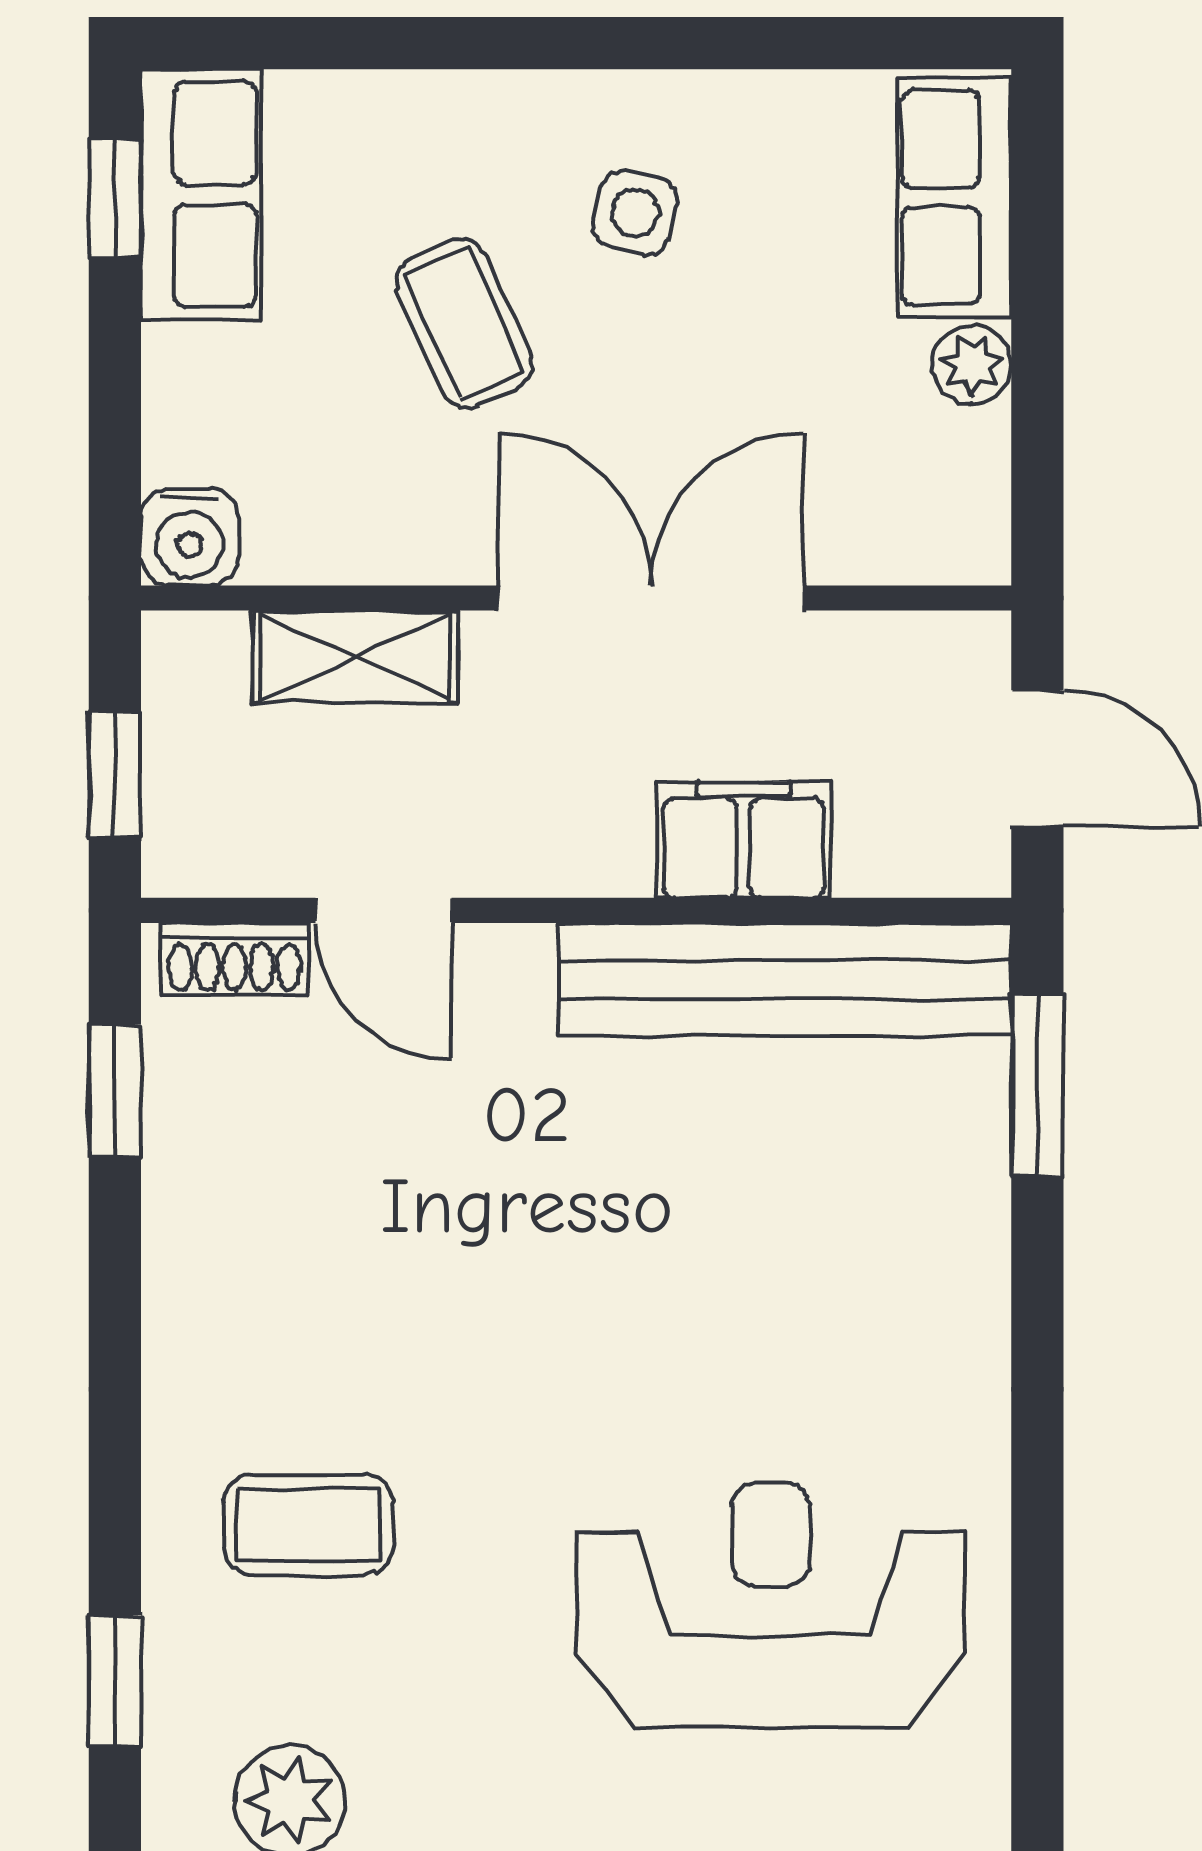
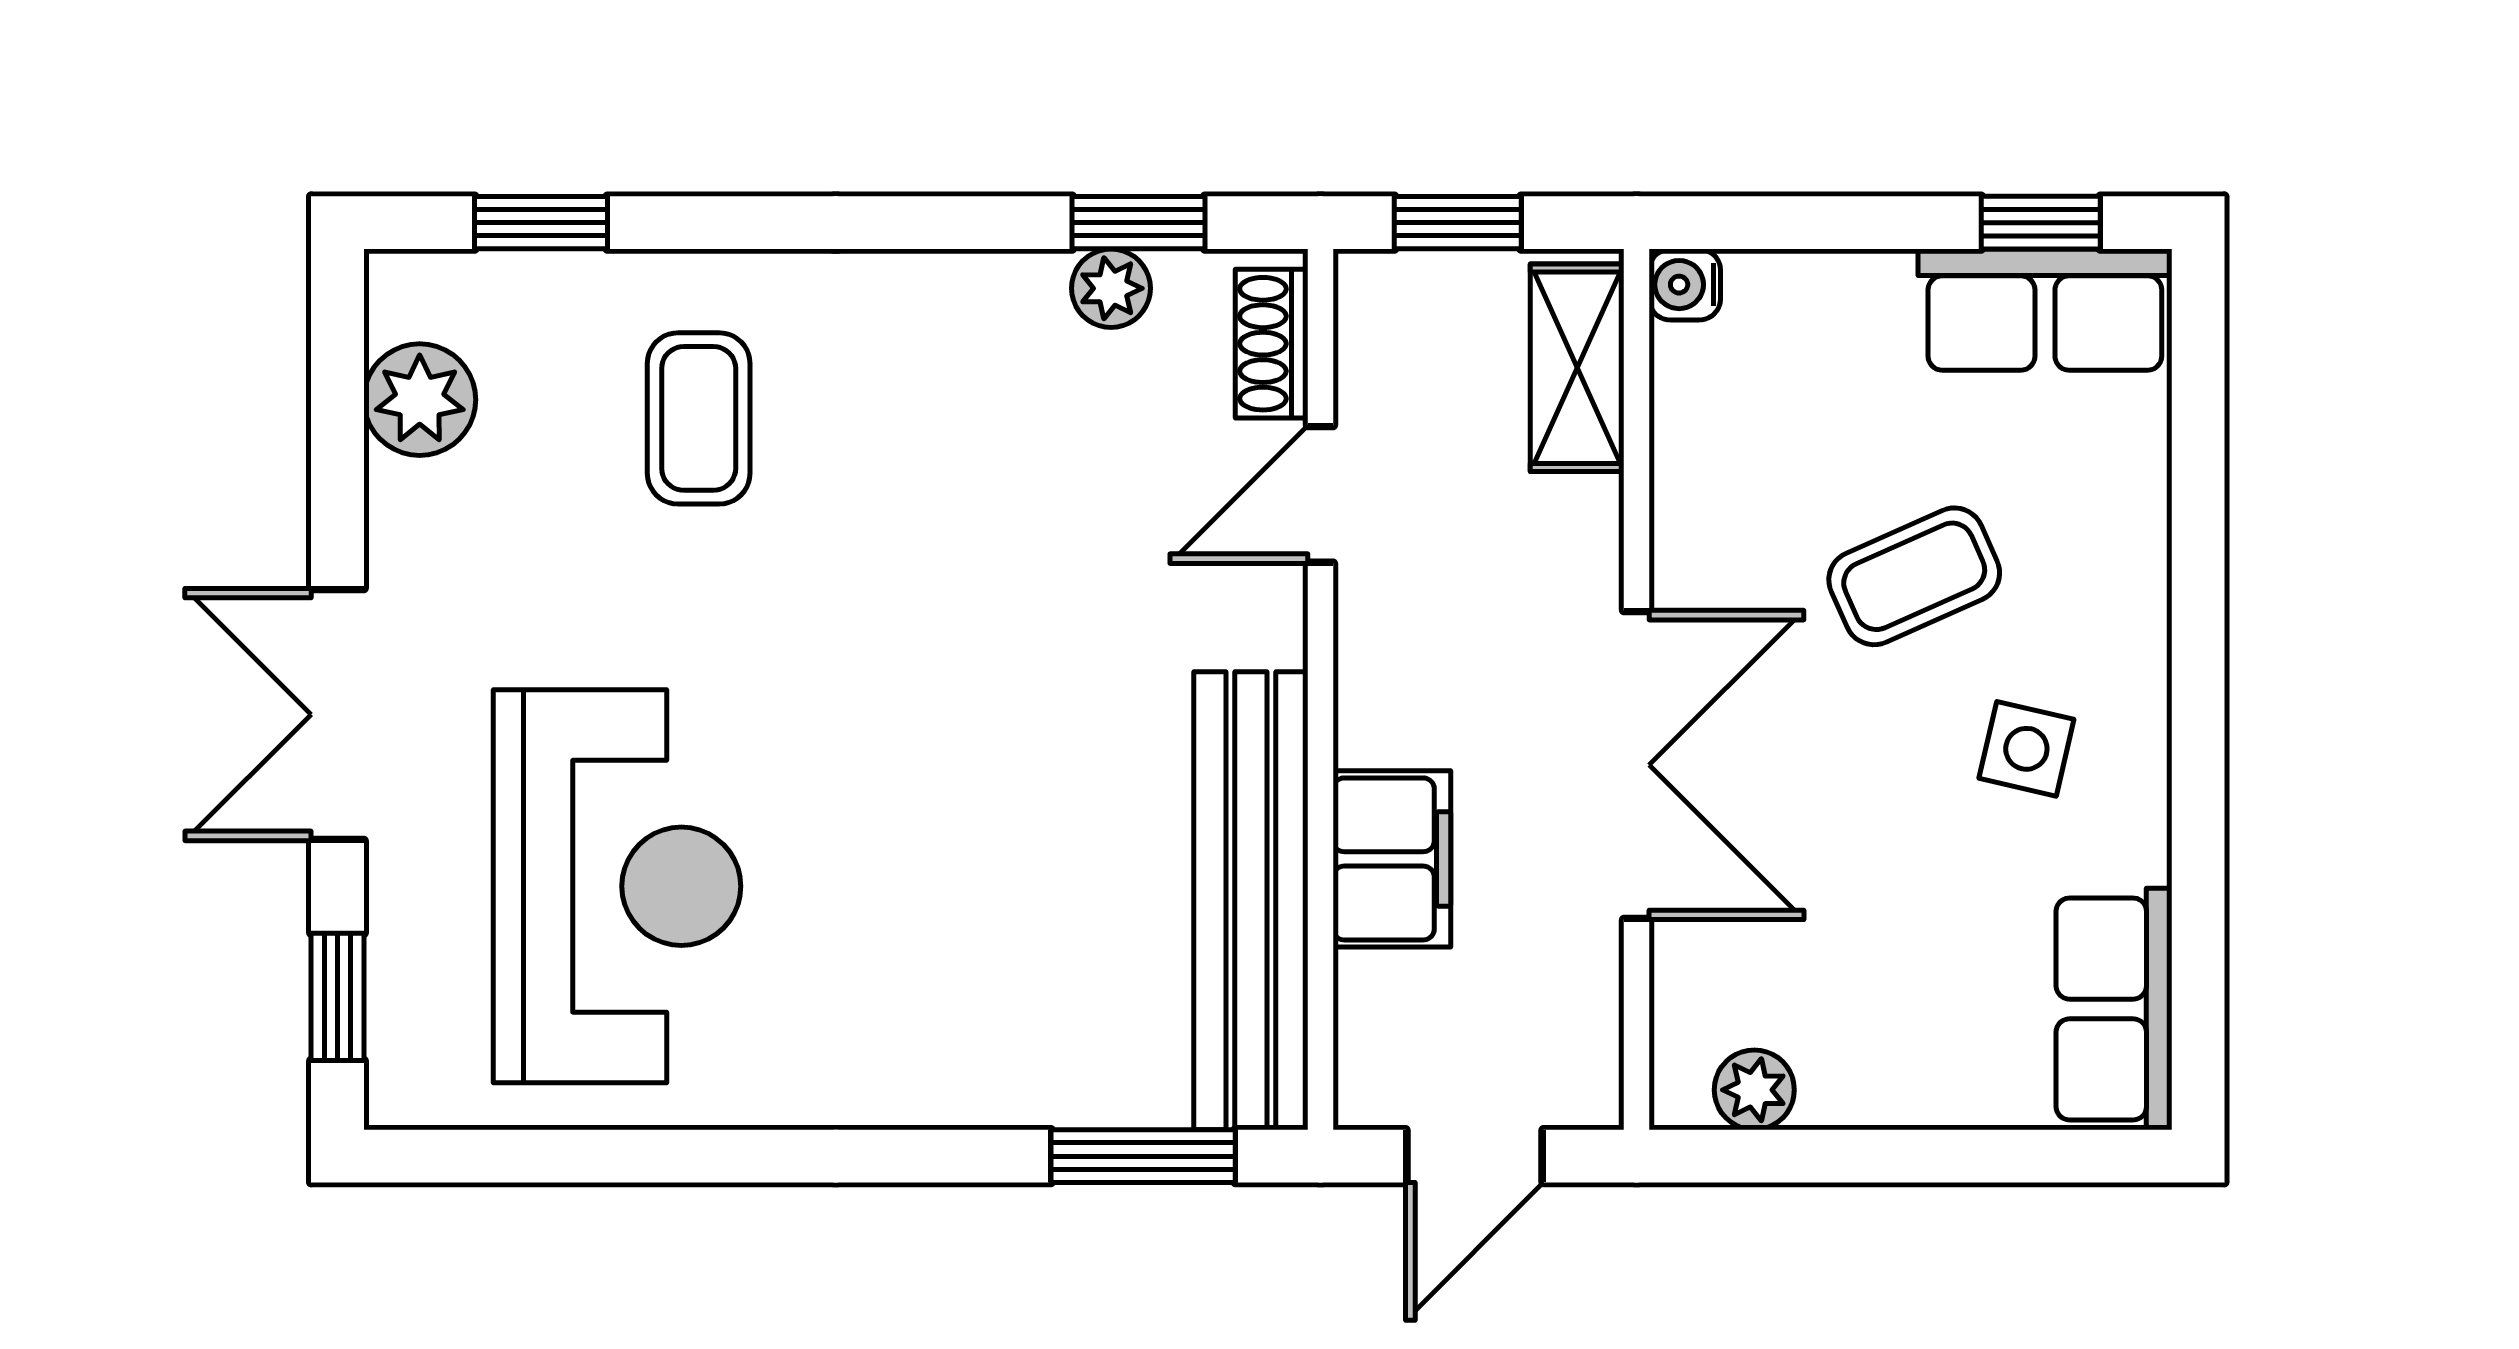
row of seats: (954, 197) -> (2114, 1009), moved, turned -90
plant: (972, 365) -> (1754, 1090), moved
water cooler: (190, 537) -> (1685, 285), width x0.72, depth x0.72
shelving: (355, 657) -> (1577, 368), moved
plant: (180, 1117) -> (1111, 288), added

